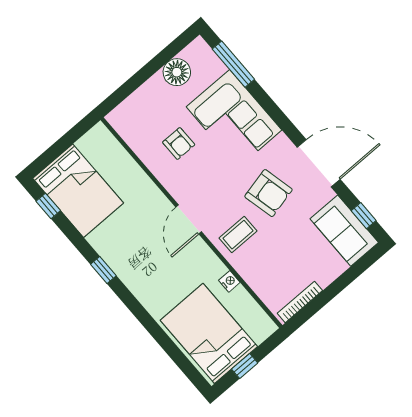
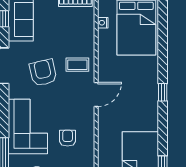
window: (103, 270) -> (163, 92), moved
nightstand: (229, 281) -> (103, 23), moved

